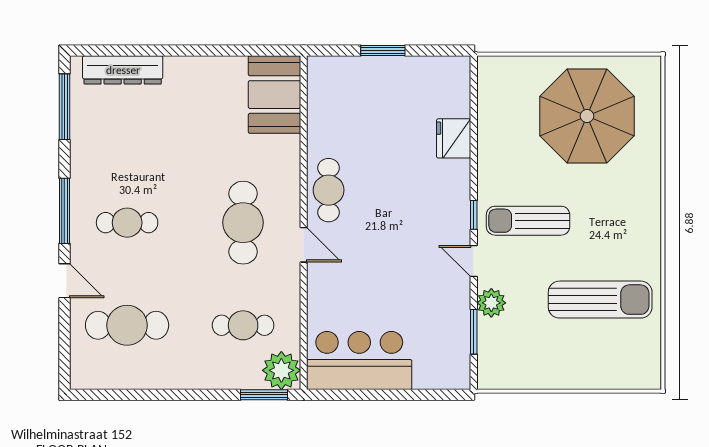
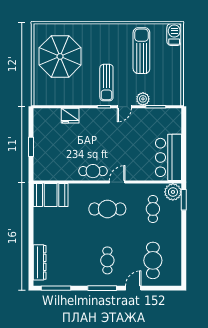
barbecue: (636, 373) -> (174, 35), added

